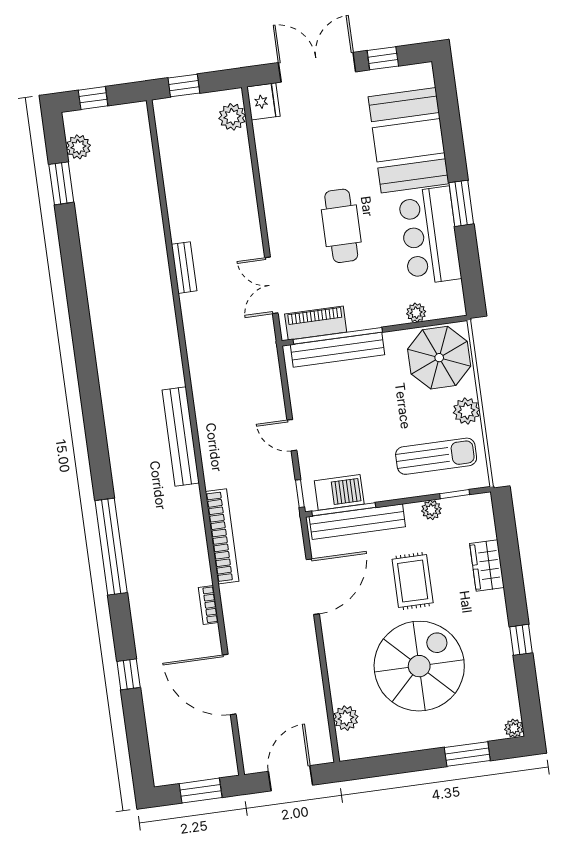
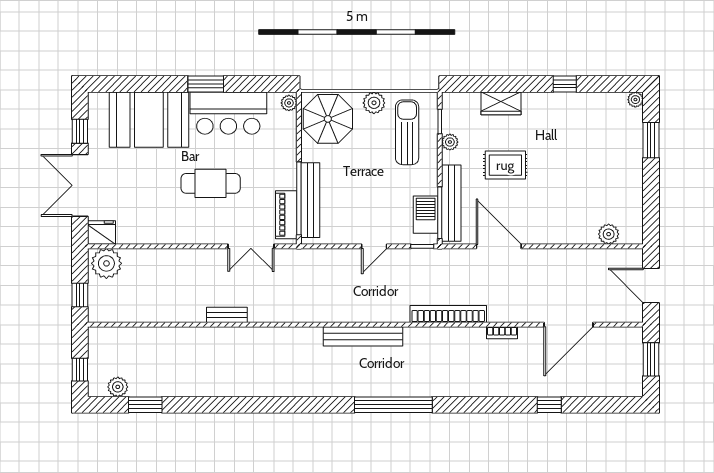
plant: (232, 117) -> (106, 263), width x1.36, depth x1.36
plant: (416, 313) -> (289, 103), moved
window: (111, 547) -> (393, 405), moved
spiral stairs: (419, 666) -> (575, 169), removed

